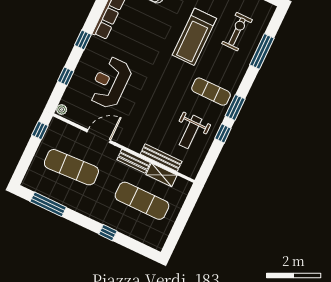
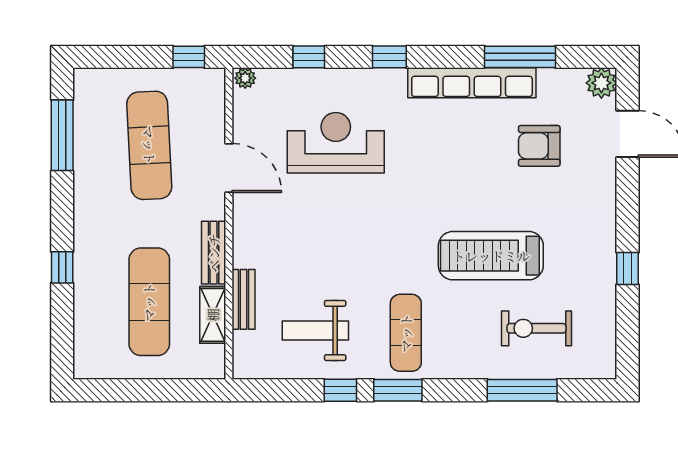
exercise bike: (237, 32) -> (536, 328), turned 180
bench: (161, 158) -> (244, 299), width x0.73

